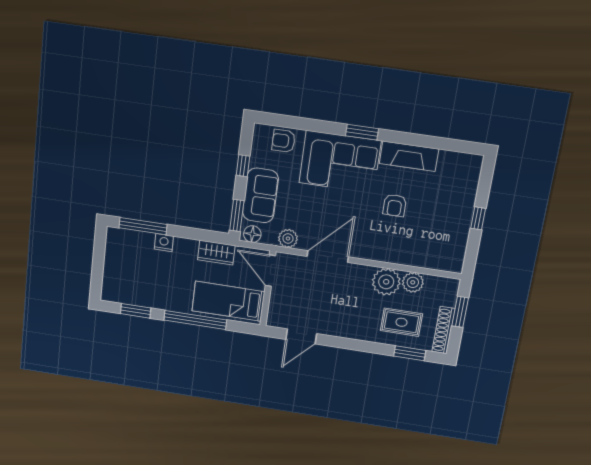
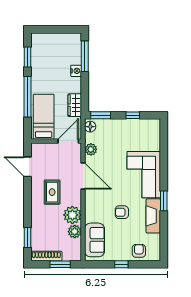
window: (362, 132) -> (164, 201), moved
armchair: (284, 141) -> (139, 251), moved
sofa: (260, 195) -> (95, 240), moved, turned -90
rug: (401, 322) -> (52, 192), moved

